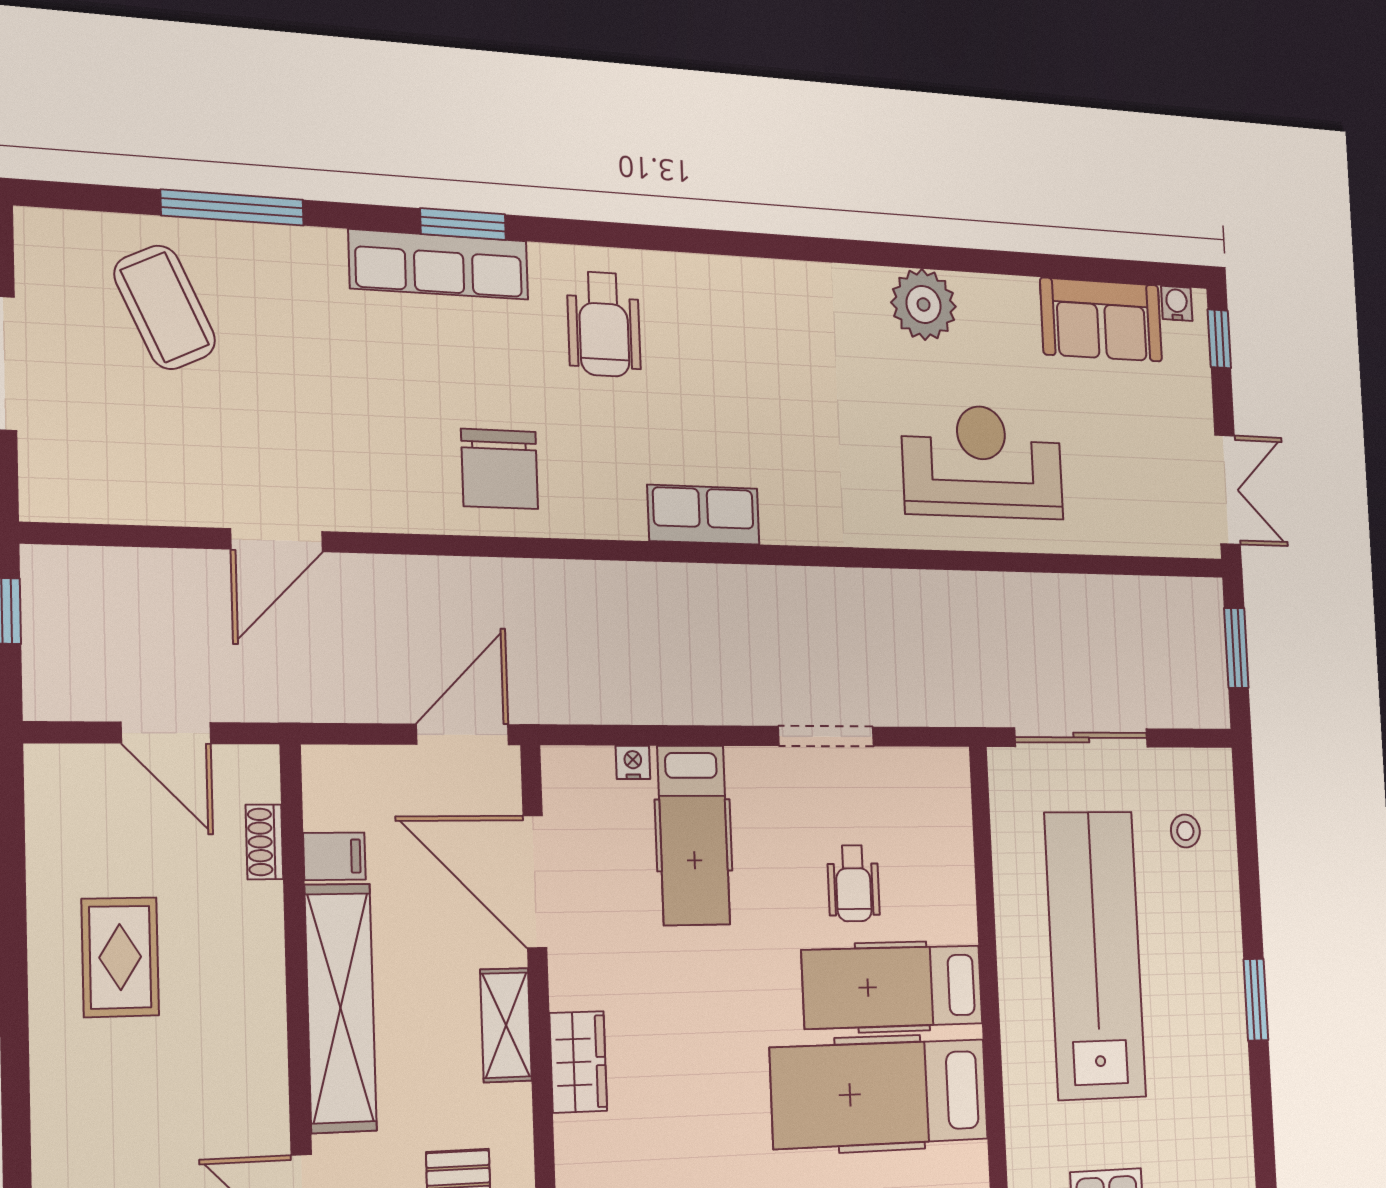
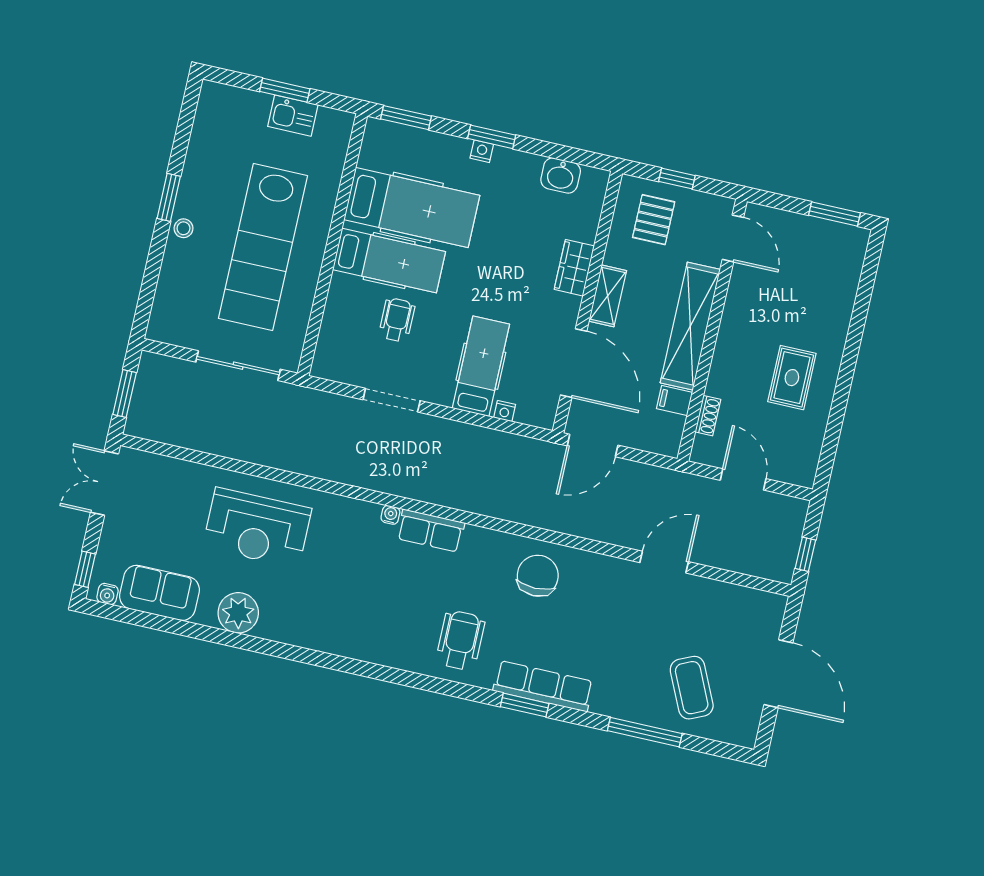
plant: (924, 304) -> (238, 613), moved
water cooler: (777, 529) -> (390, 515), added
stool: (1185, 831) -> (183, 228), moved

